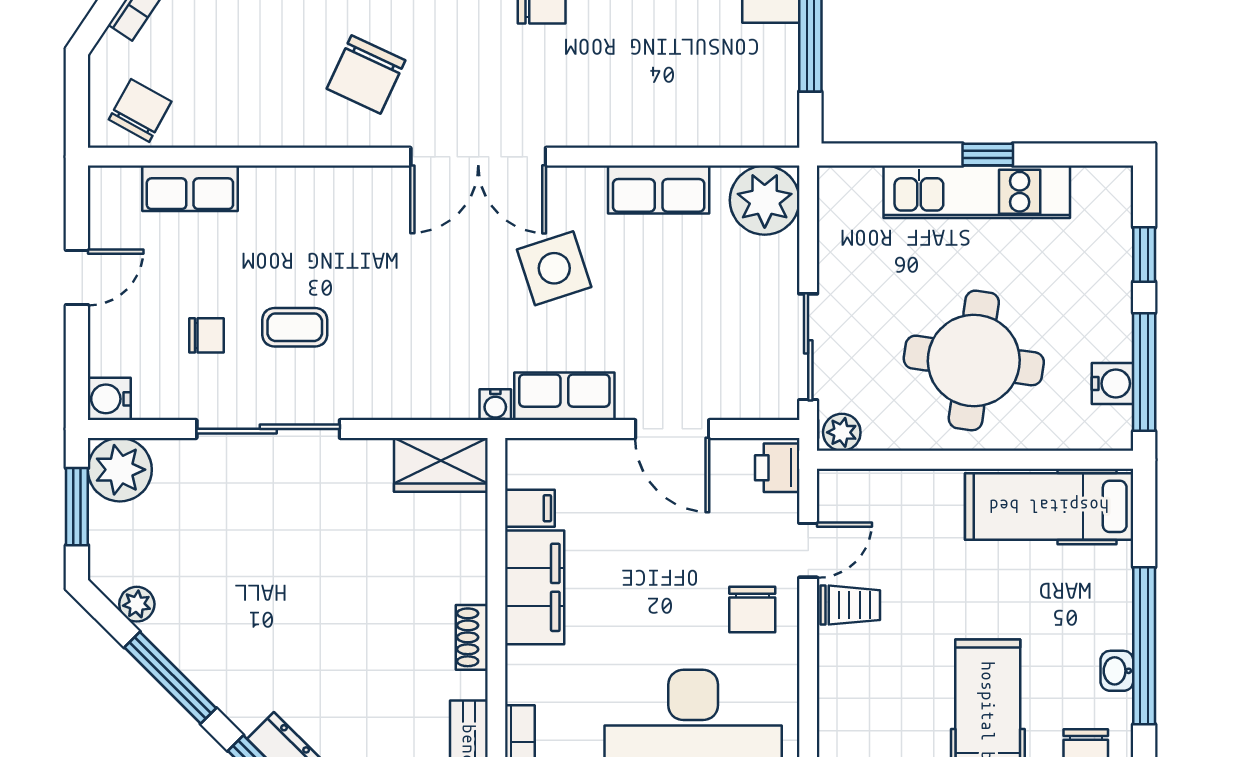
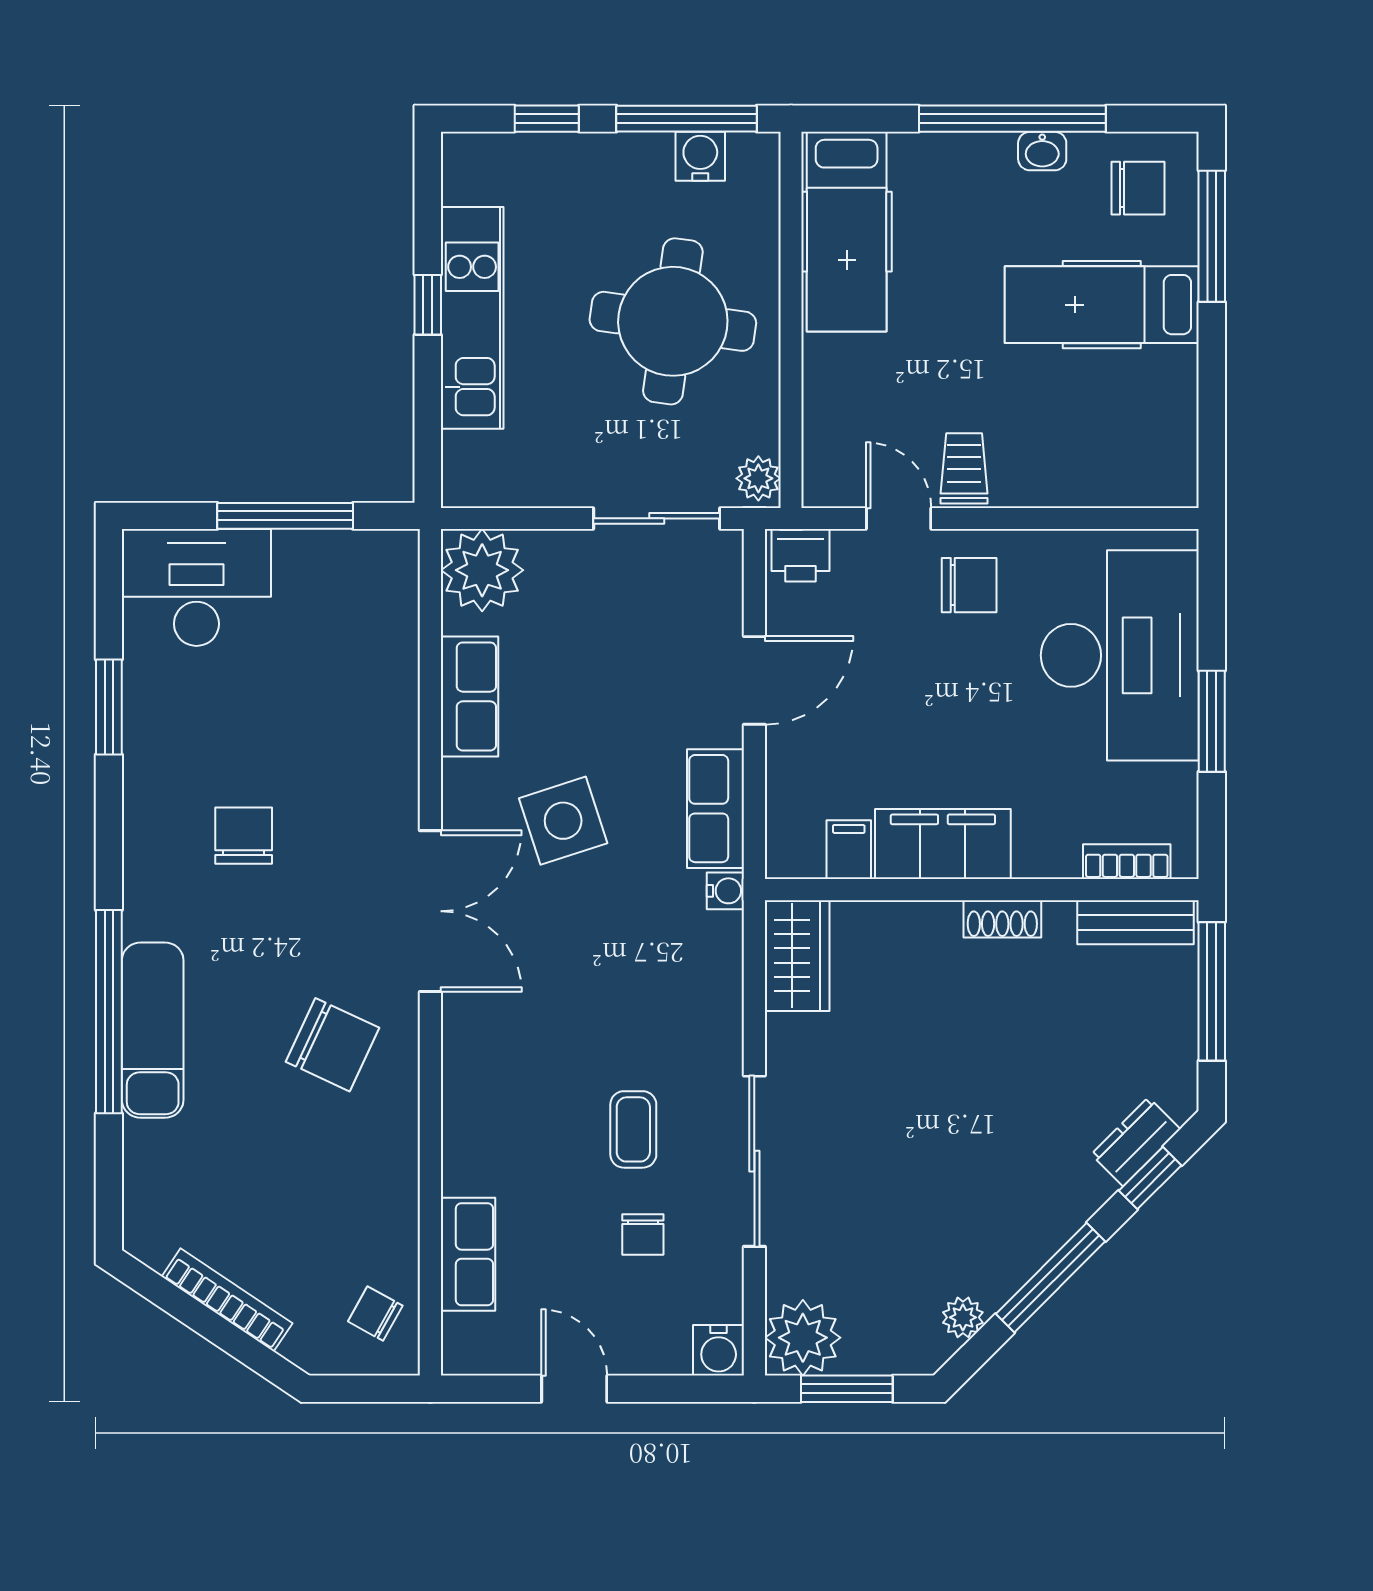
chair: (140, 110) -> (375, 1314), width x0.73, depth x0.73
chair: (207, 335) -> (643, 1235), turned 180

